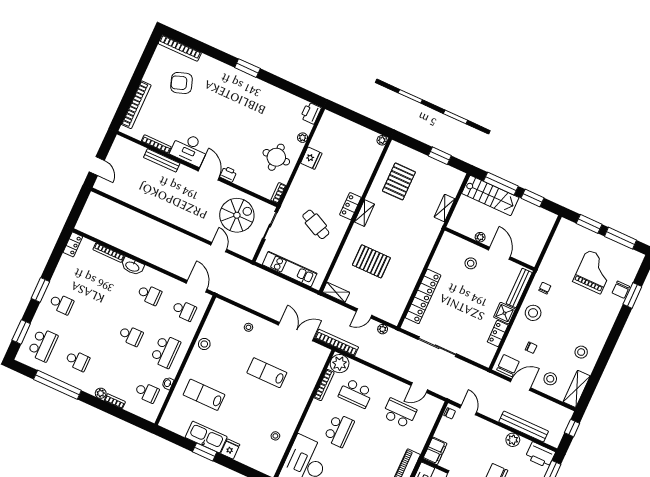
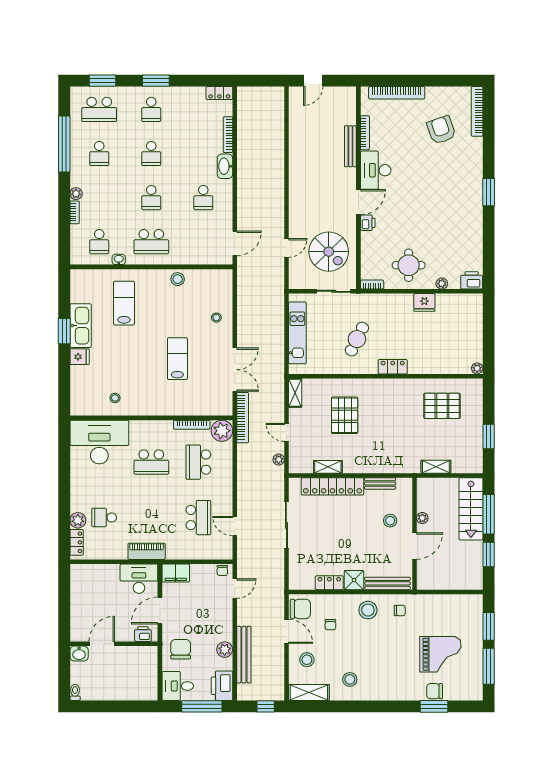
shelving: (364, 213) -> (328, 467), moved
bench: (438, 258) -> (380, 483), added
school desk: (184, 310) -> (151, 154), moved

